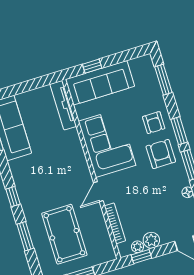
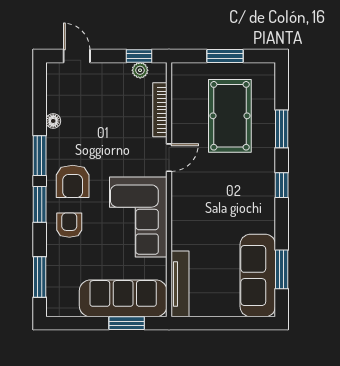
window: (92, 66) -> (127, 323), width x1.50
plant: (151, 240) -> (119, 73), removed

